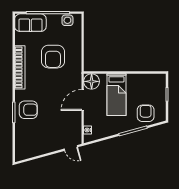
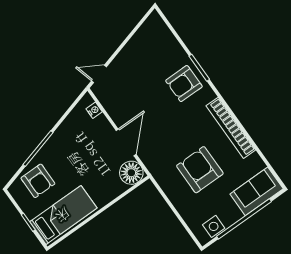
bed: (116, 95) -> (63, 215), moved, turned 90

